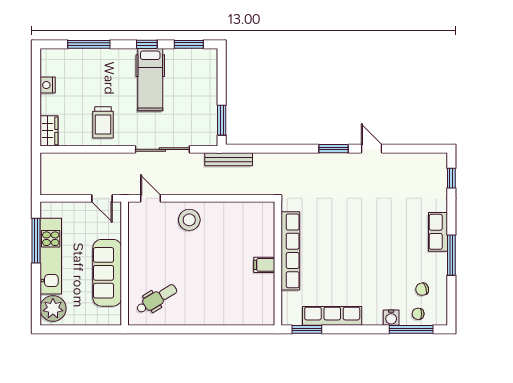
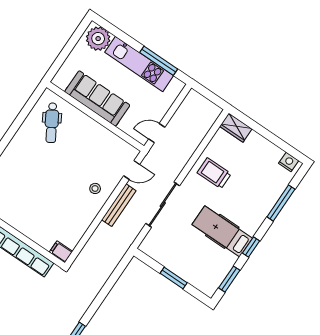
nightstand: (48, 85) -> (289, 162), moved
window: (222, 120) -> (174, 278), moved
bench: (229, 159) -> (119, 205), moved
stool: (189, 220) -> (95, 188), width x0.53, depth x0.53
filing cabinet: (264, 265) -> (61, 252), moved, turned -90

